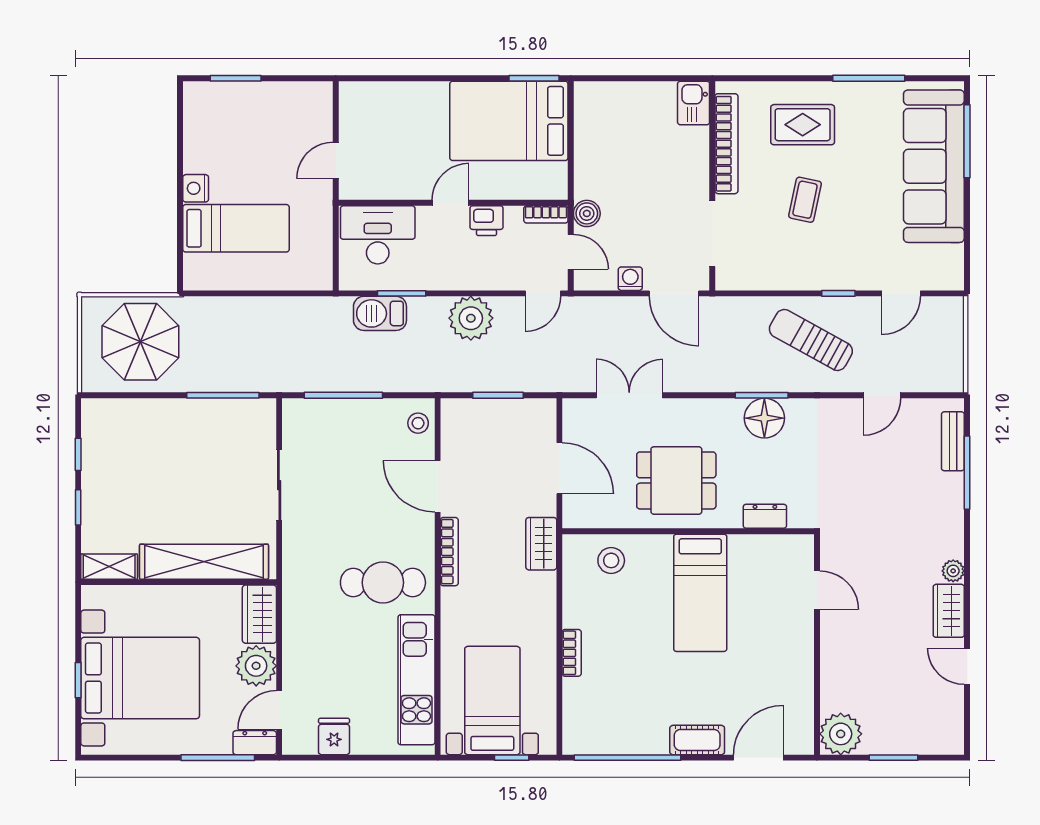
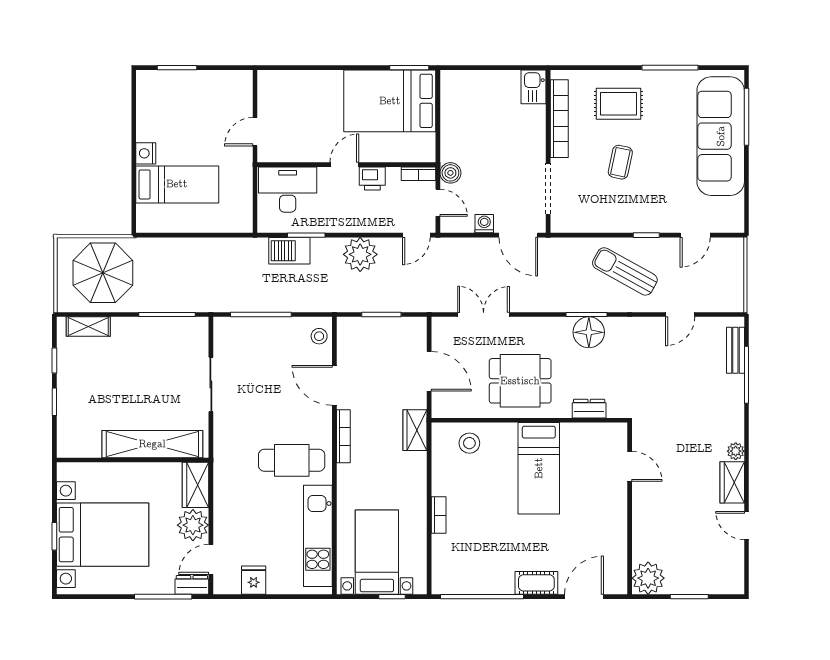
shelving: (109, 567) -> (88, 327), moved

